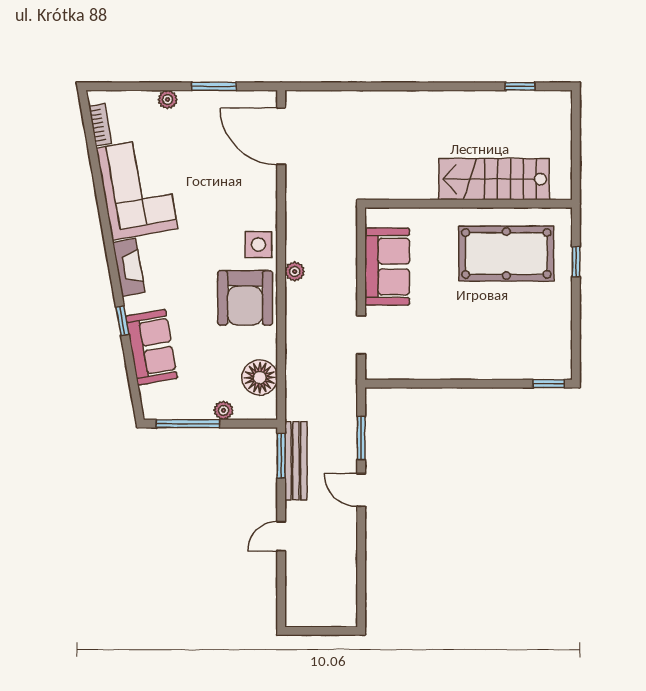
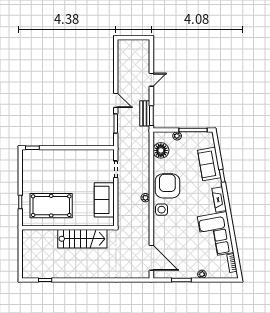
stairs: (494, 179) -> (82, 239), moved
bench: (296, 461) -> (145, 113), width x0.73

